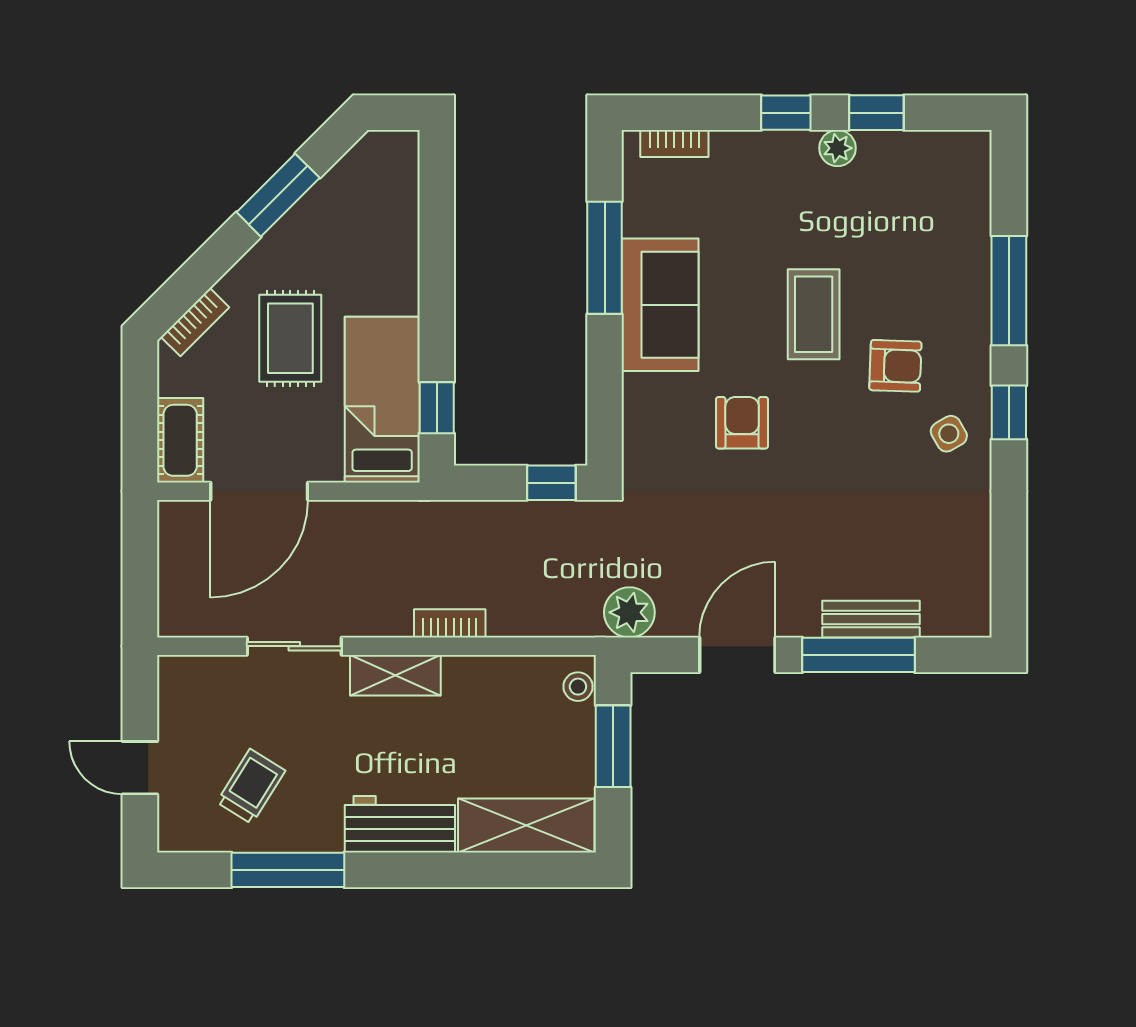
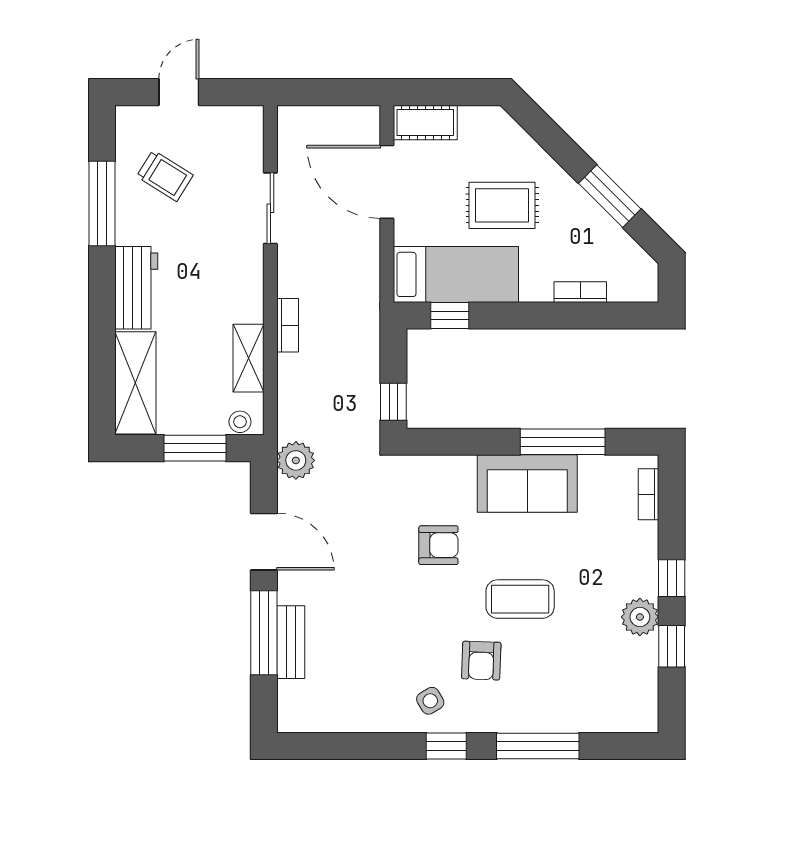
plant: (838, 148) -> (640, 617), width x1.38, depth x1.38
bookcase: (195, 322) -> (580, 292), moved, turned 135
shelving: (395, 675) -> (249, 358), moved

